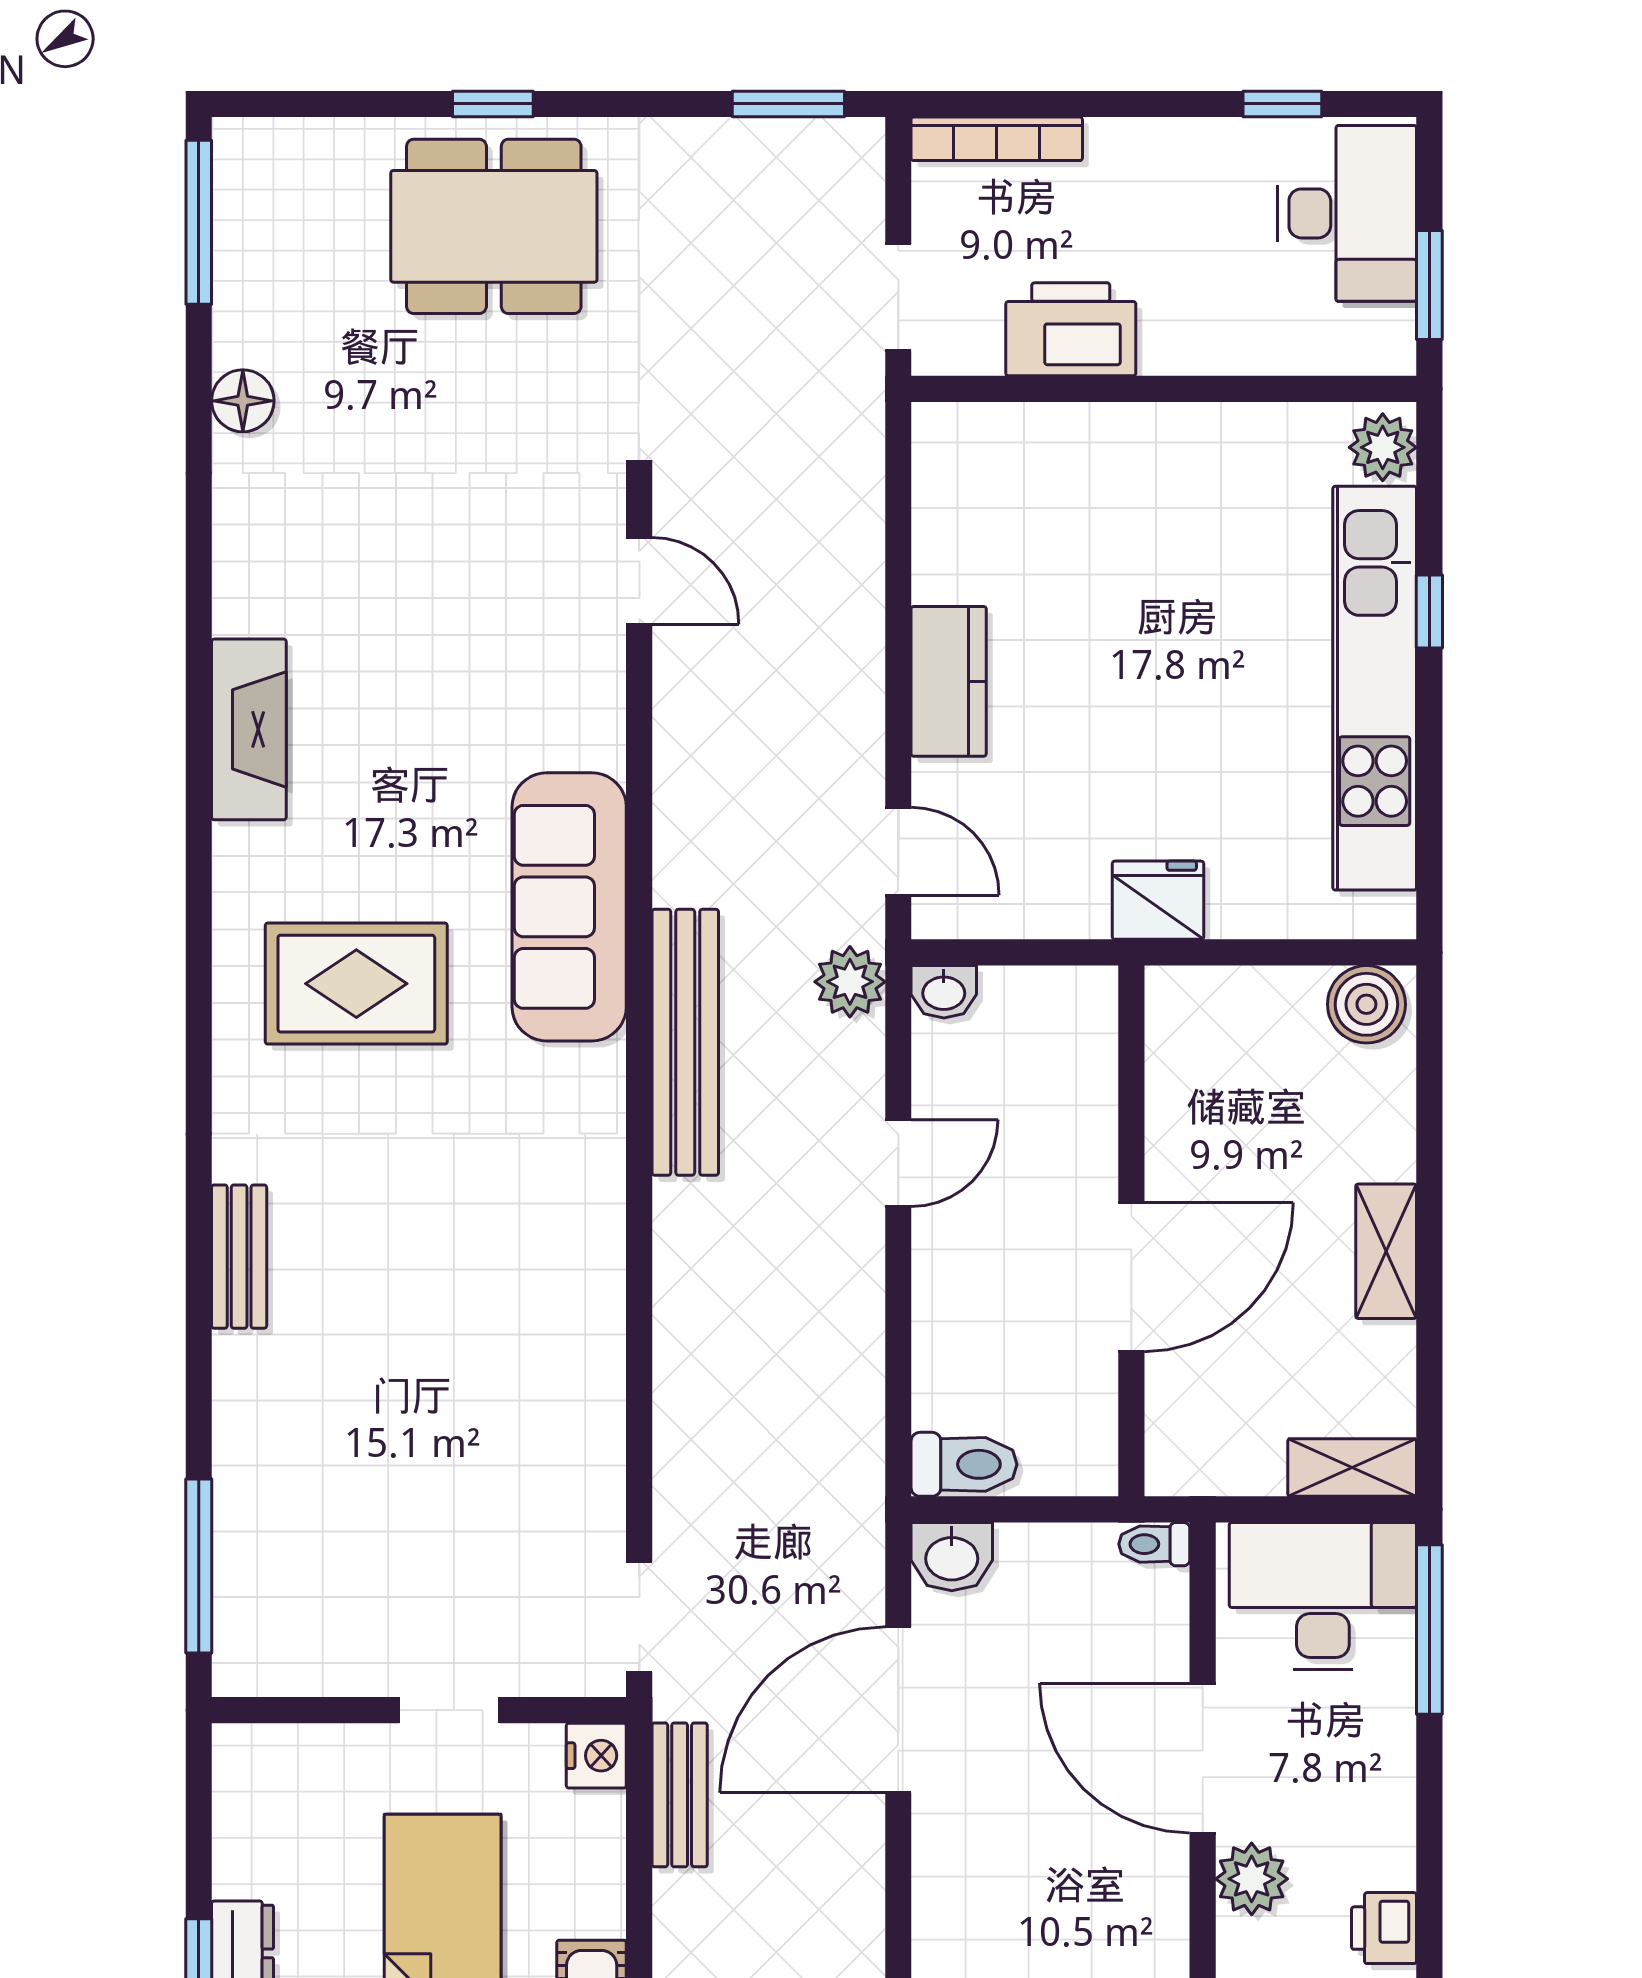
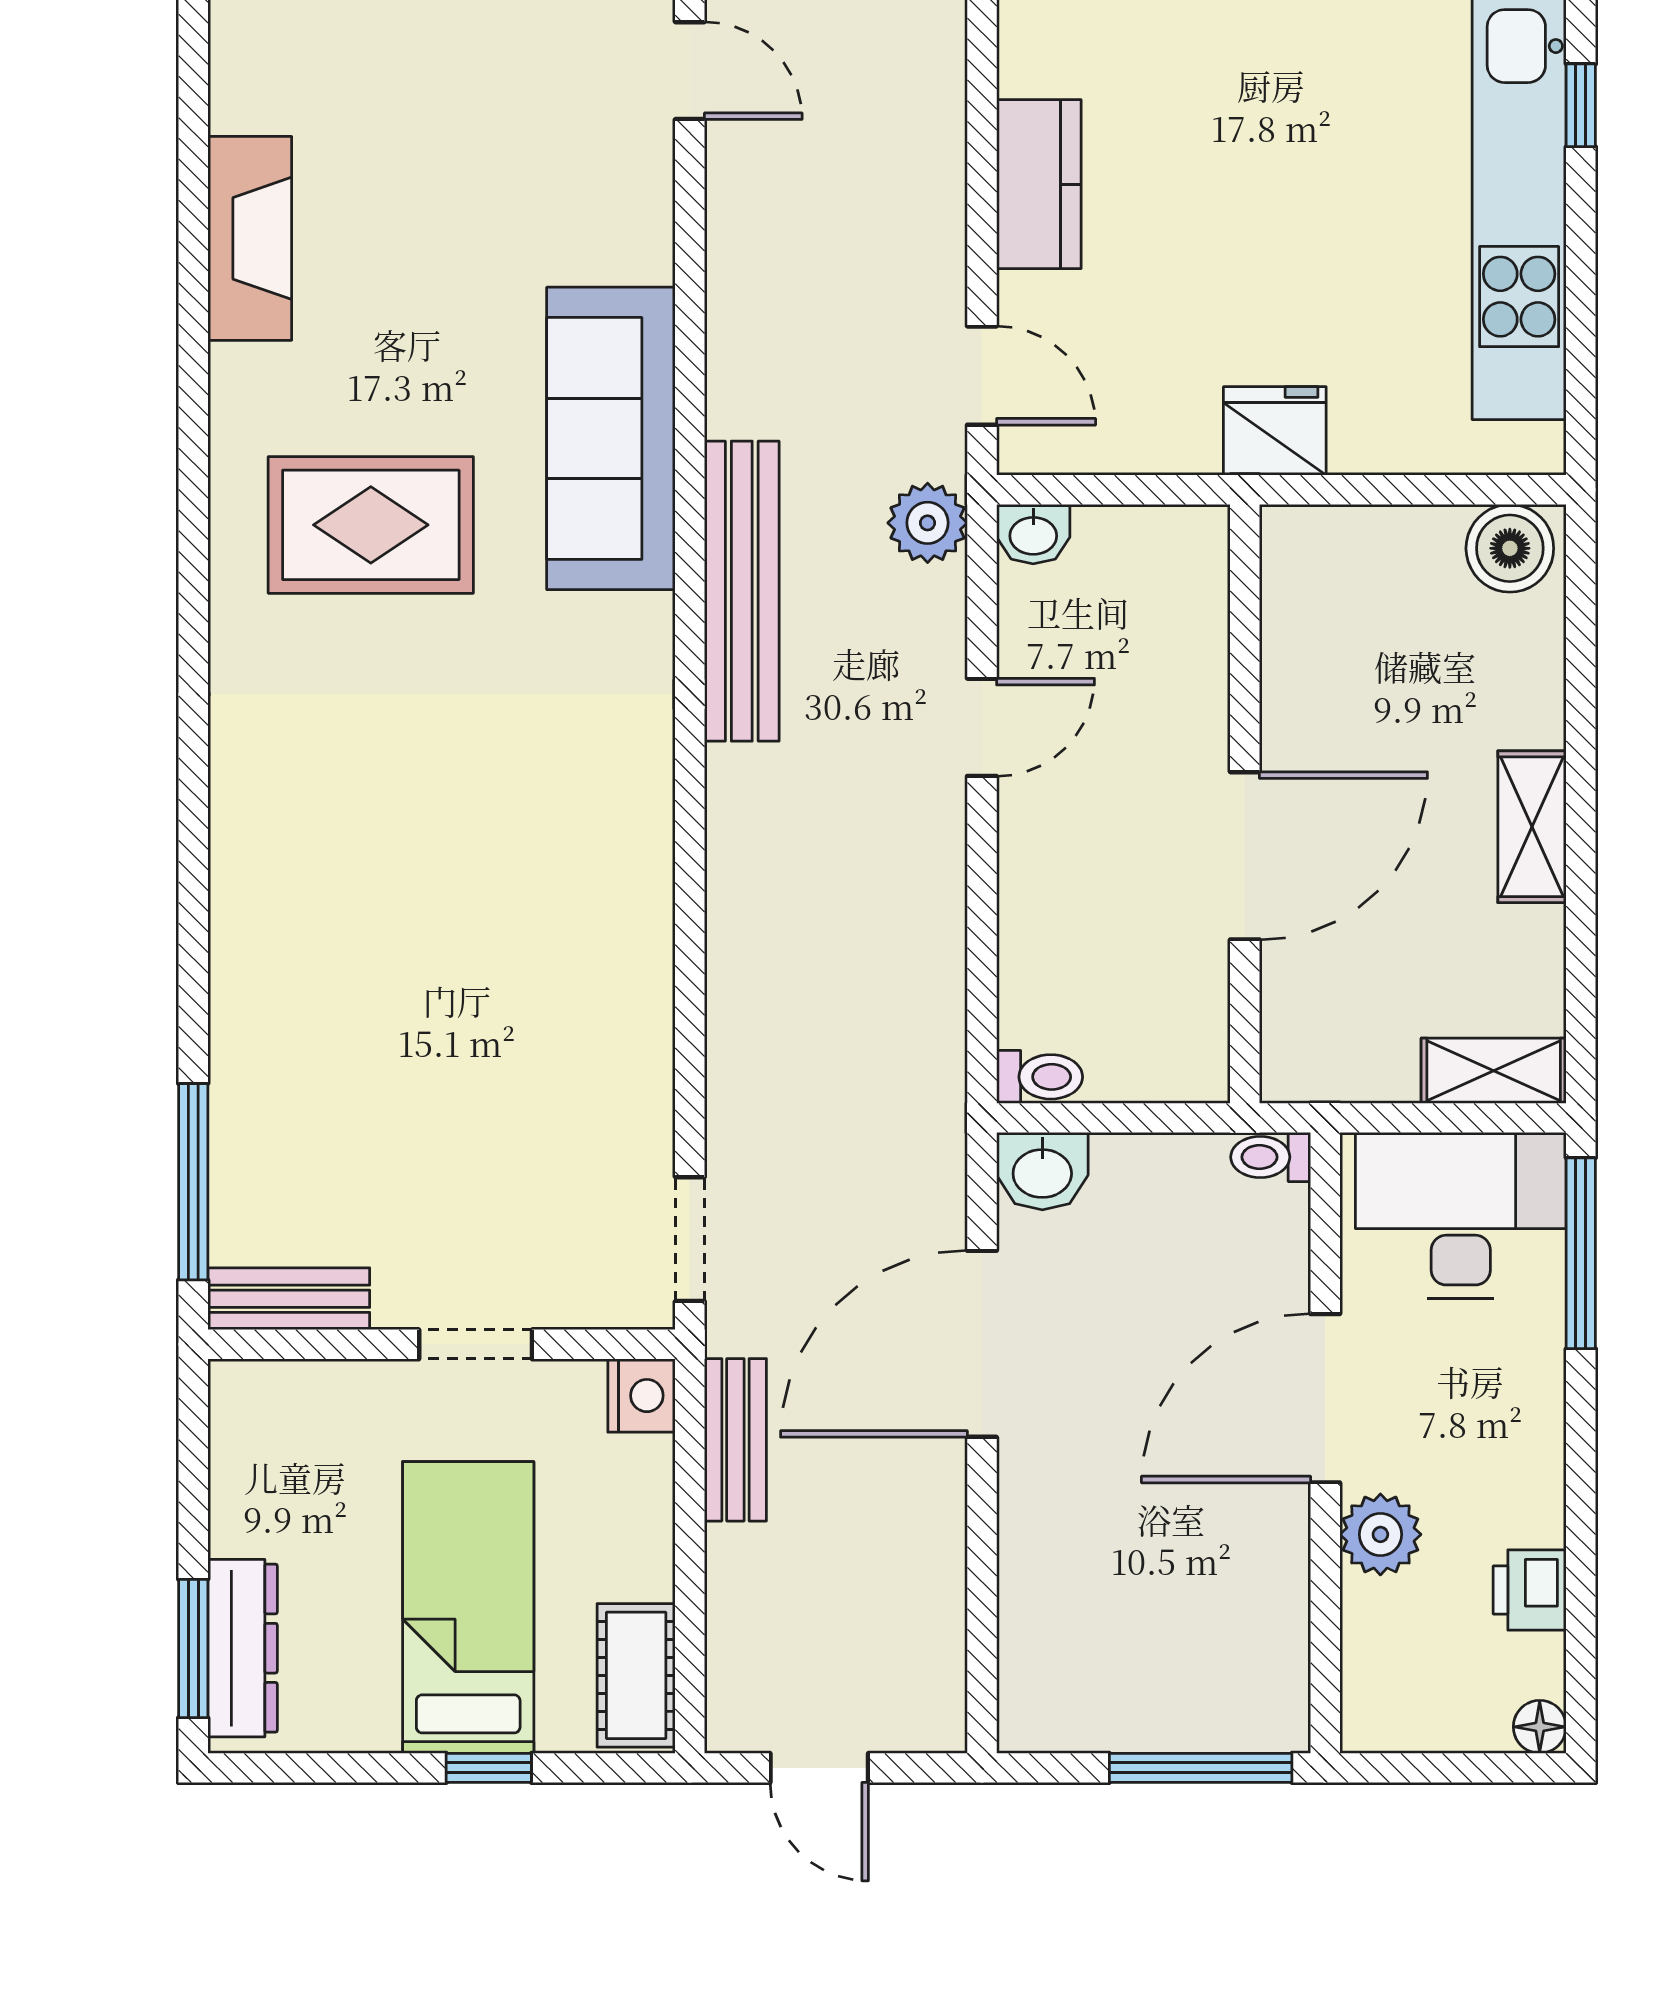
bench: (239, 1257) -> (289, 1299), moved, turned 90
toilet: (964, 1464) -> (1040, 1077), width x0.73, depth x0.72
door: (1203, 1758) -> (1325, 1398), hinge flipped

